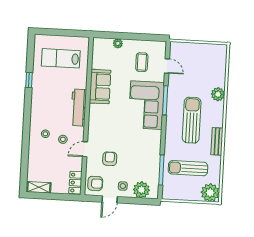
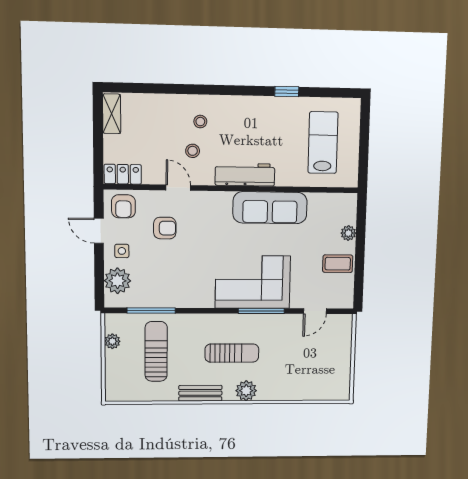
coffee table: (142, 62) -> (338, 264), moved
sofa: (100, 87) -> (270, 208), width x1.36
plant: (218, 94) -> (246, 391), moved
sun lounger: (192, 120) -> (232, 353), width x0.73, depth x0.75
plant: (210, 193) -> (112, 341), moved, width x0.53, depth x0.53

